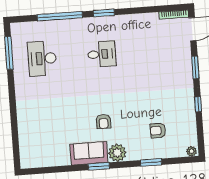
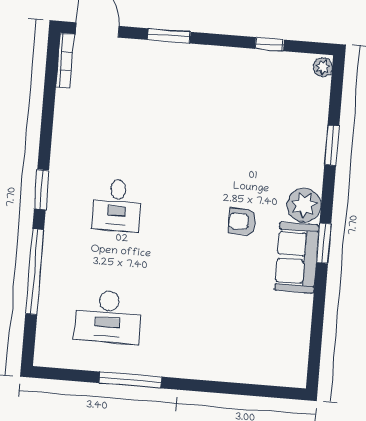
window: (9, 53) -> (130, 380), moved
desk: (102, 54) -> (117, 205), turned 180
window: (198, 104) -> (270, 44), moved
armchair: (103, 122) -> (242, 222), turned 180
armchair: (158, 131) -> (275, 124), removed

